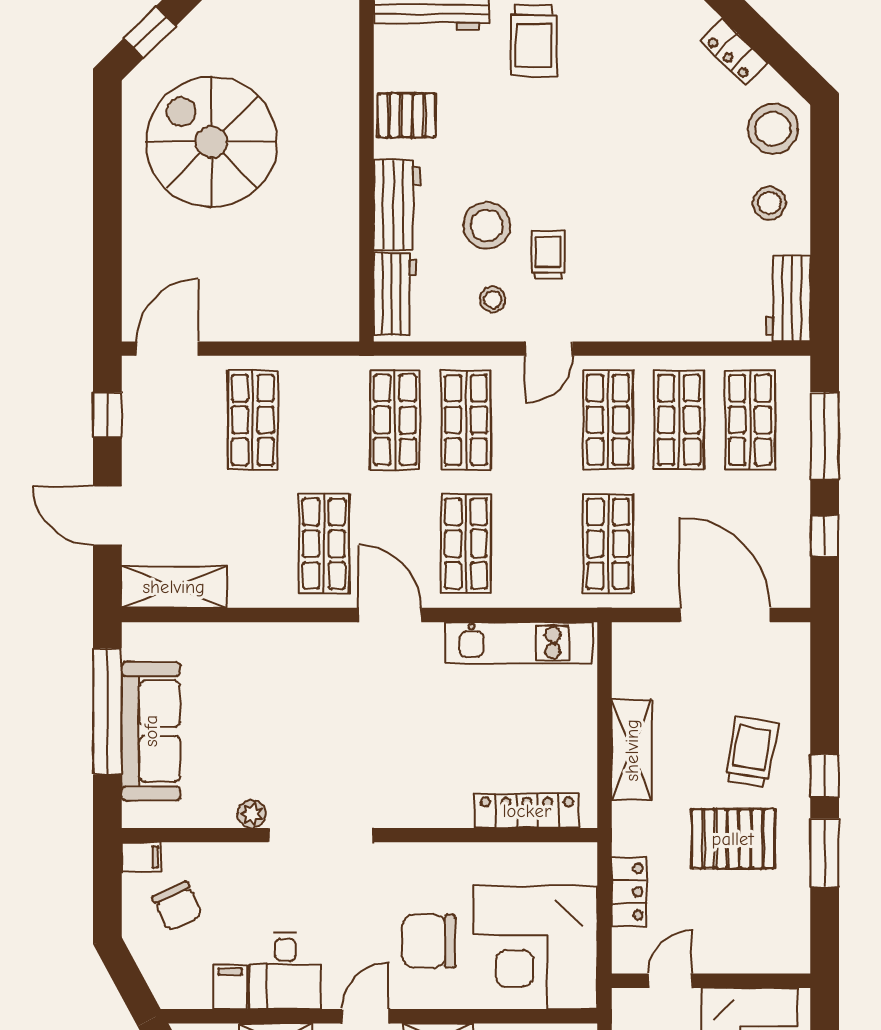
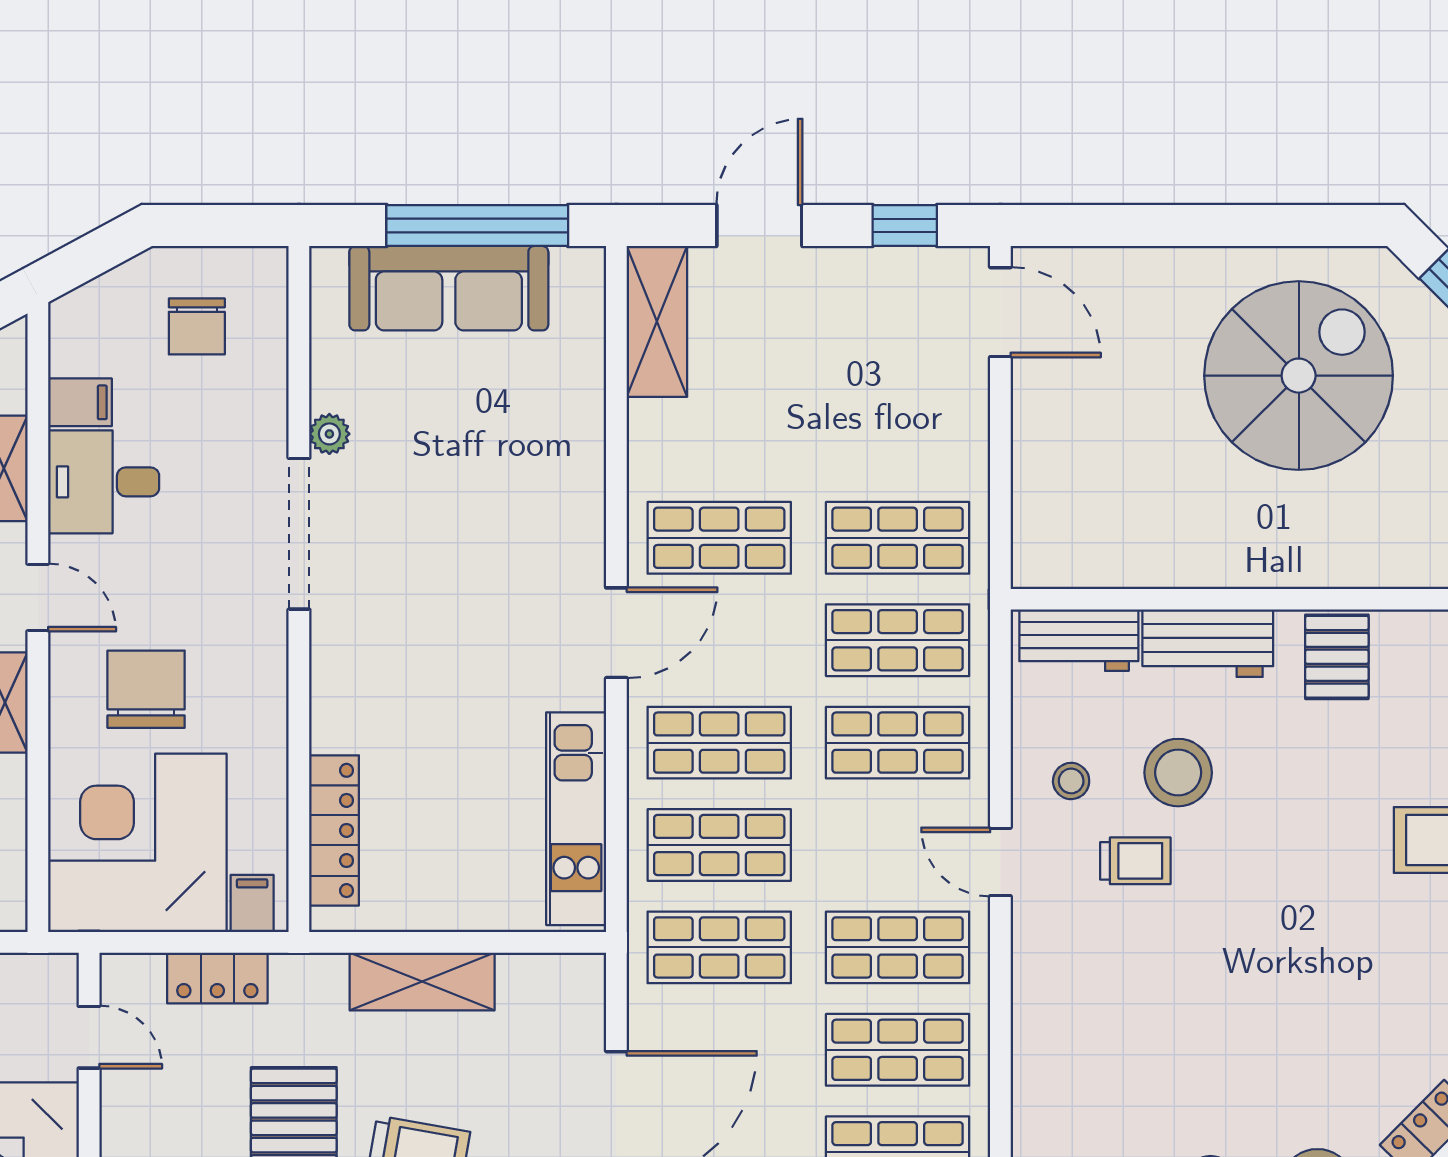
shop shelf: (253, 420) -> (898, 538), moved
shop shelf: (537, 544) -> (719, 845), added
filing cabinet: (141, 857) -> (252, 903), moved, turned 180
chair: (177, 906) -> (197, 326), turned -65

